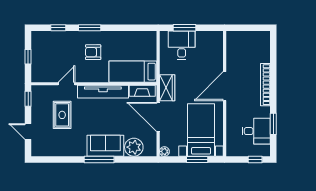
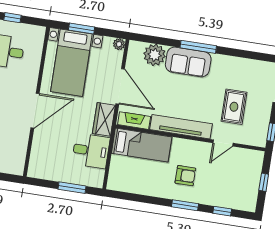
desk: (182, 45) -> (91, 151), moved, turned -90

